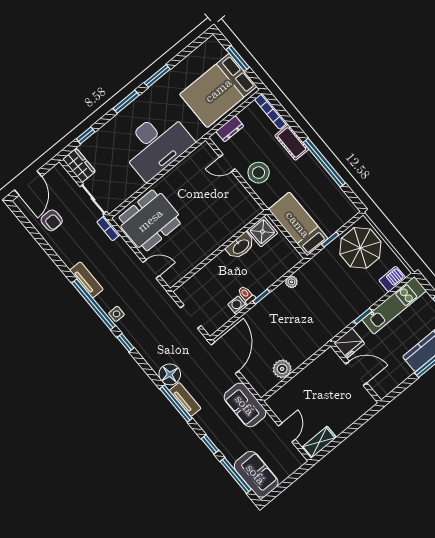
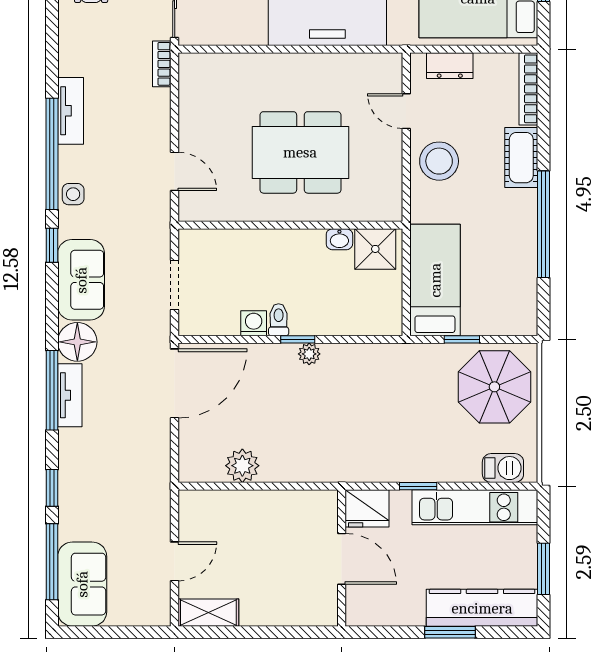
dining table: (150, 220) -> (300, 152), moved
washbasin: (241, 246) -> (339, 239), width x0.52, depth x0.69
plant: (291, 282) -> (309, 354), moved
sofa: (245, 405) -> (81, 280), moved, turned 180

